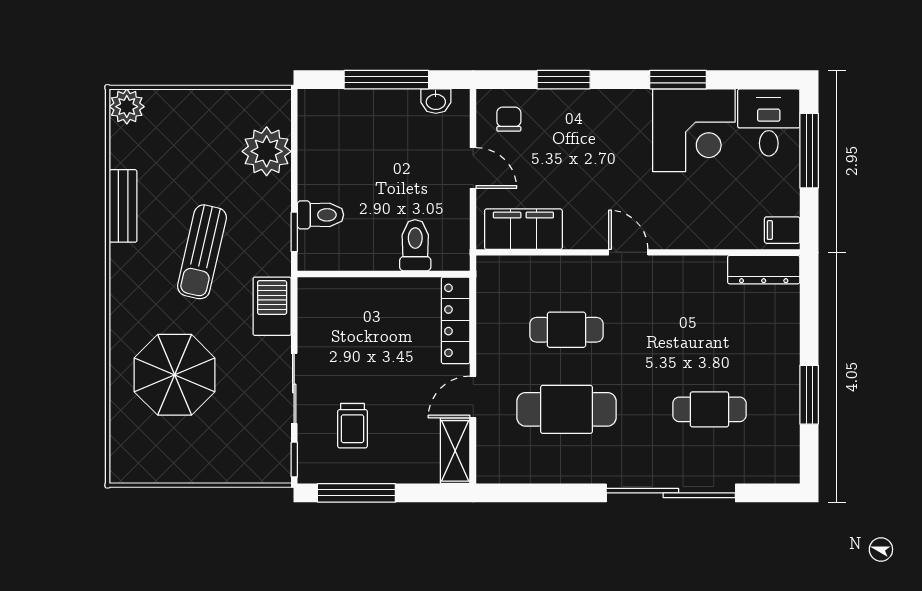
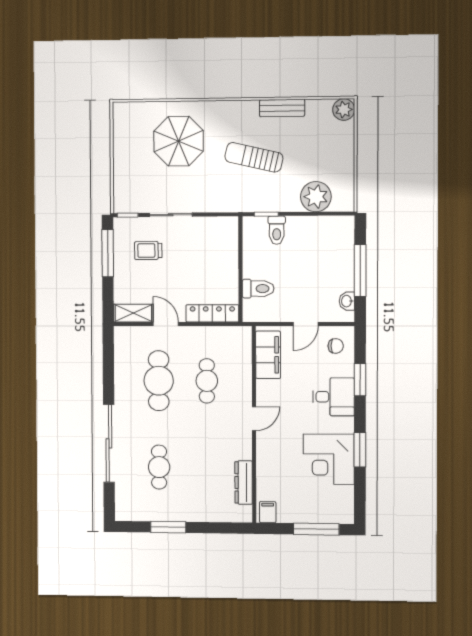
desk: (769, 123) -> (334, 397), moved
dresser: (764, 270) -> (244, 482), moved
barbecue: (272, 306) -> (221, 201), removed

